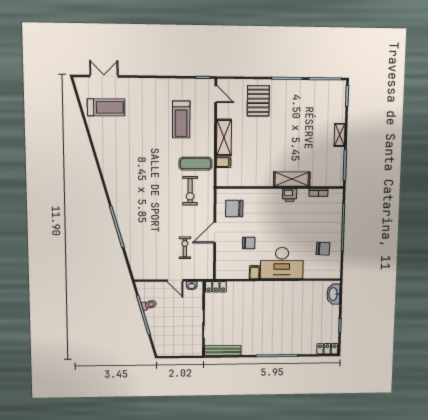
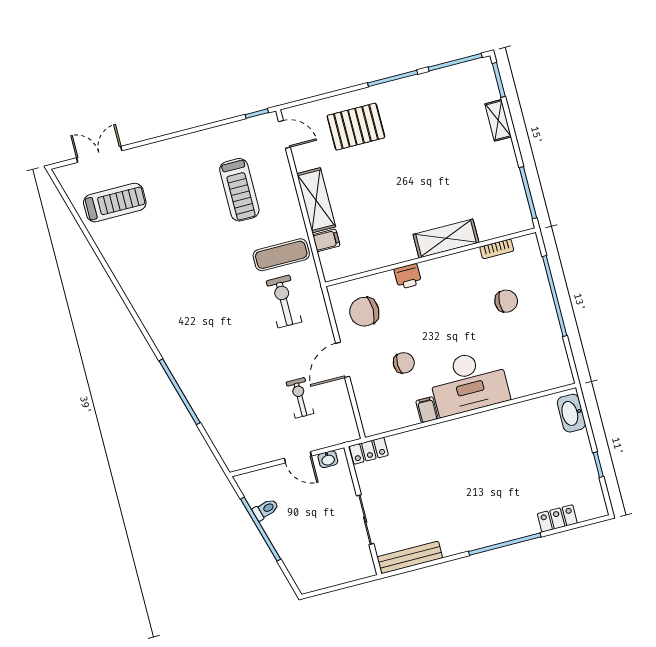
pallet: (258, 101) -> (356, 127), turned 90
shelving: (340, 135) -> (498, 120), moved
exercise bike: (190, 191) -> (284, 301), turned 180
printer: (290, 195) -> (408, 276), moved
chair: (323, 249) -> (506, 301), moved
locker: (327, 349) -> (557, 518), moved

